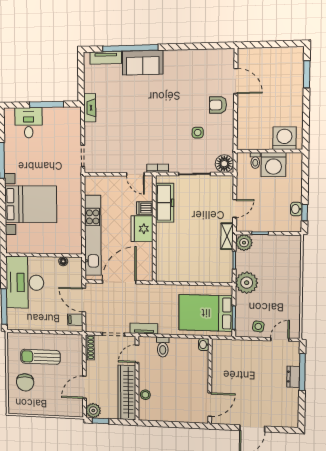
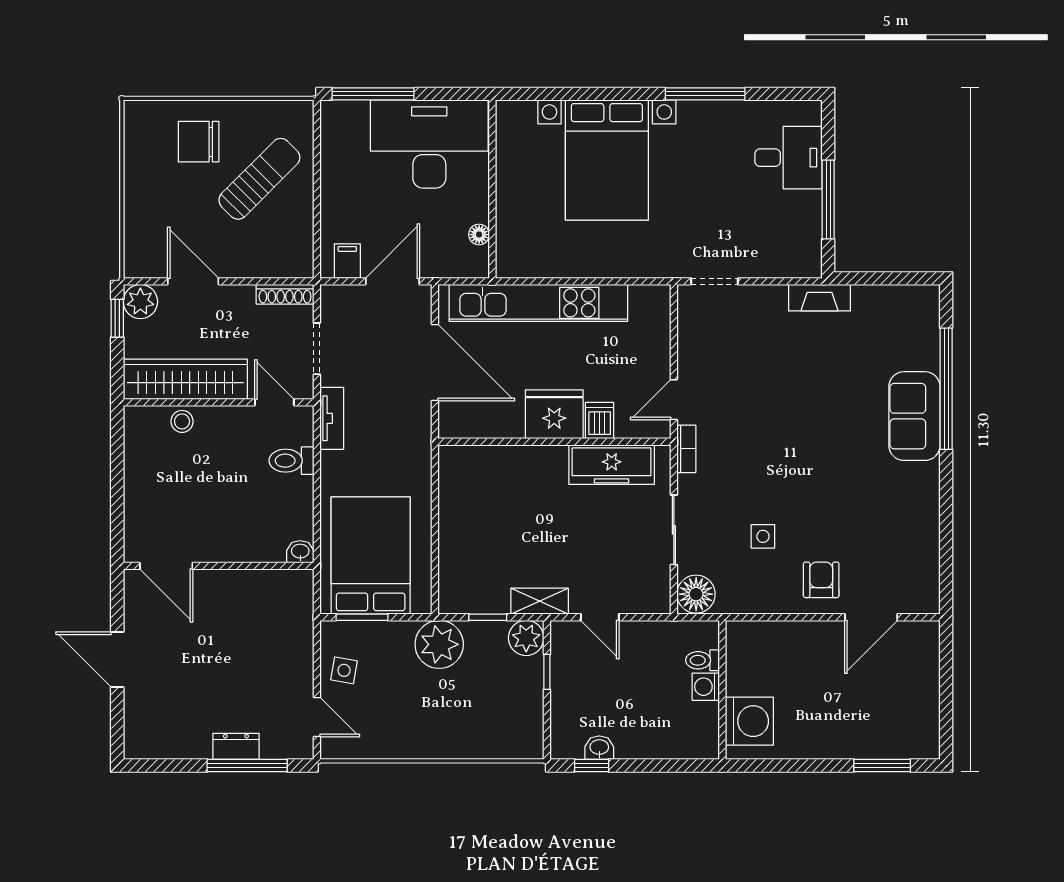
tv unit: (106, 58) -> (927, 334), removed
washing machine: (273, 165) -> (706, 687), width x0.53, depth x0.53
sun lounger: (40, 357) -> (259, 179), turned 45

